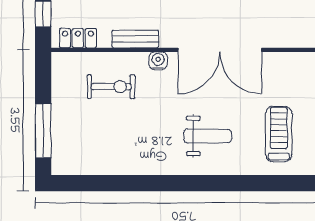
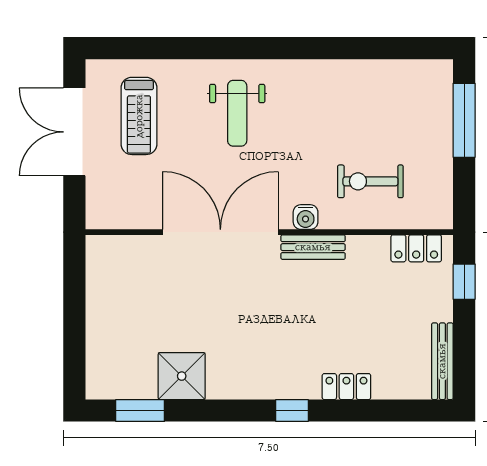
bench: (135, 39) -> (313, 247), moved
weight bench: (208, 136) -> (237, 113), turned -90

